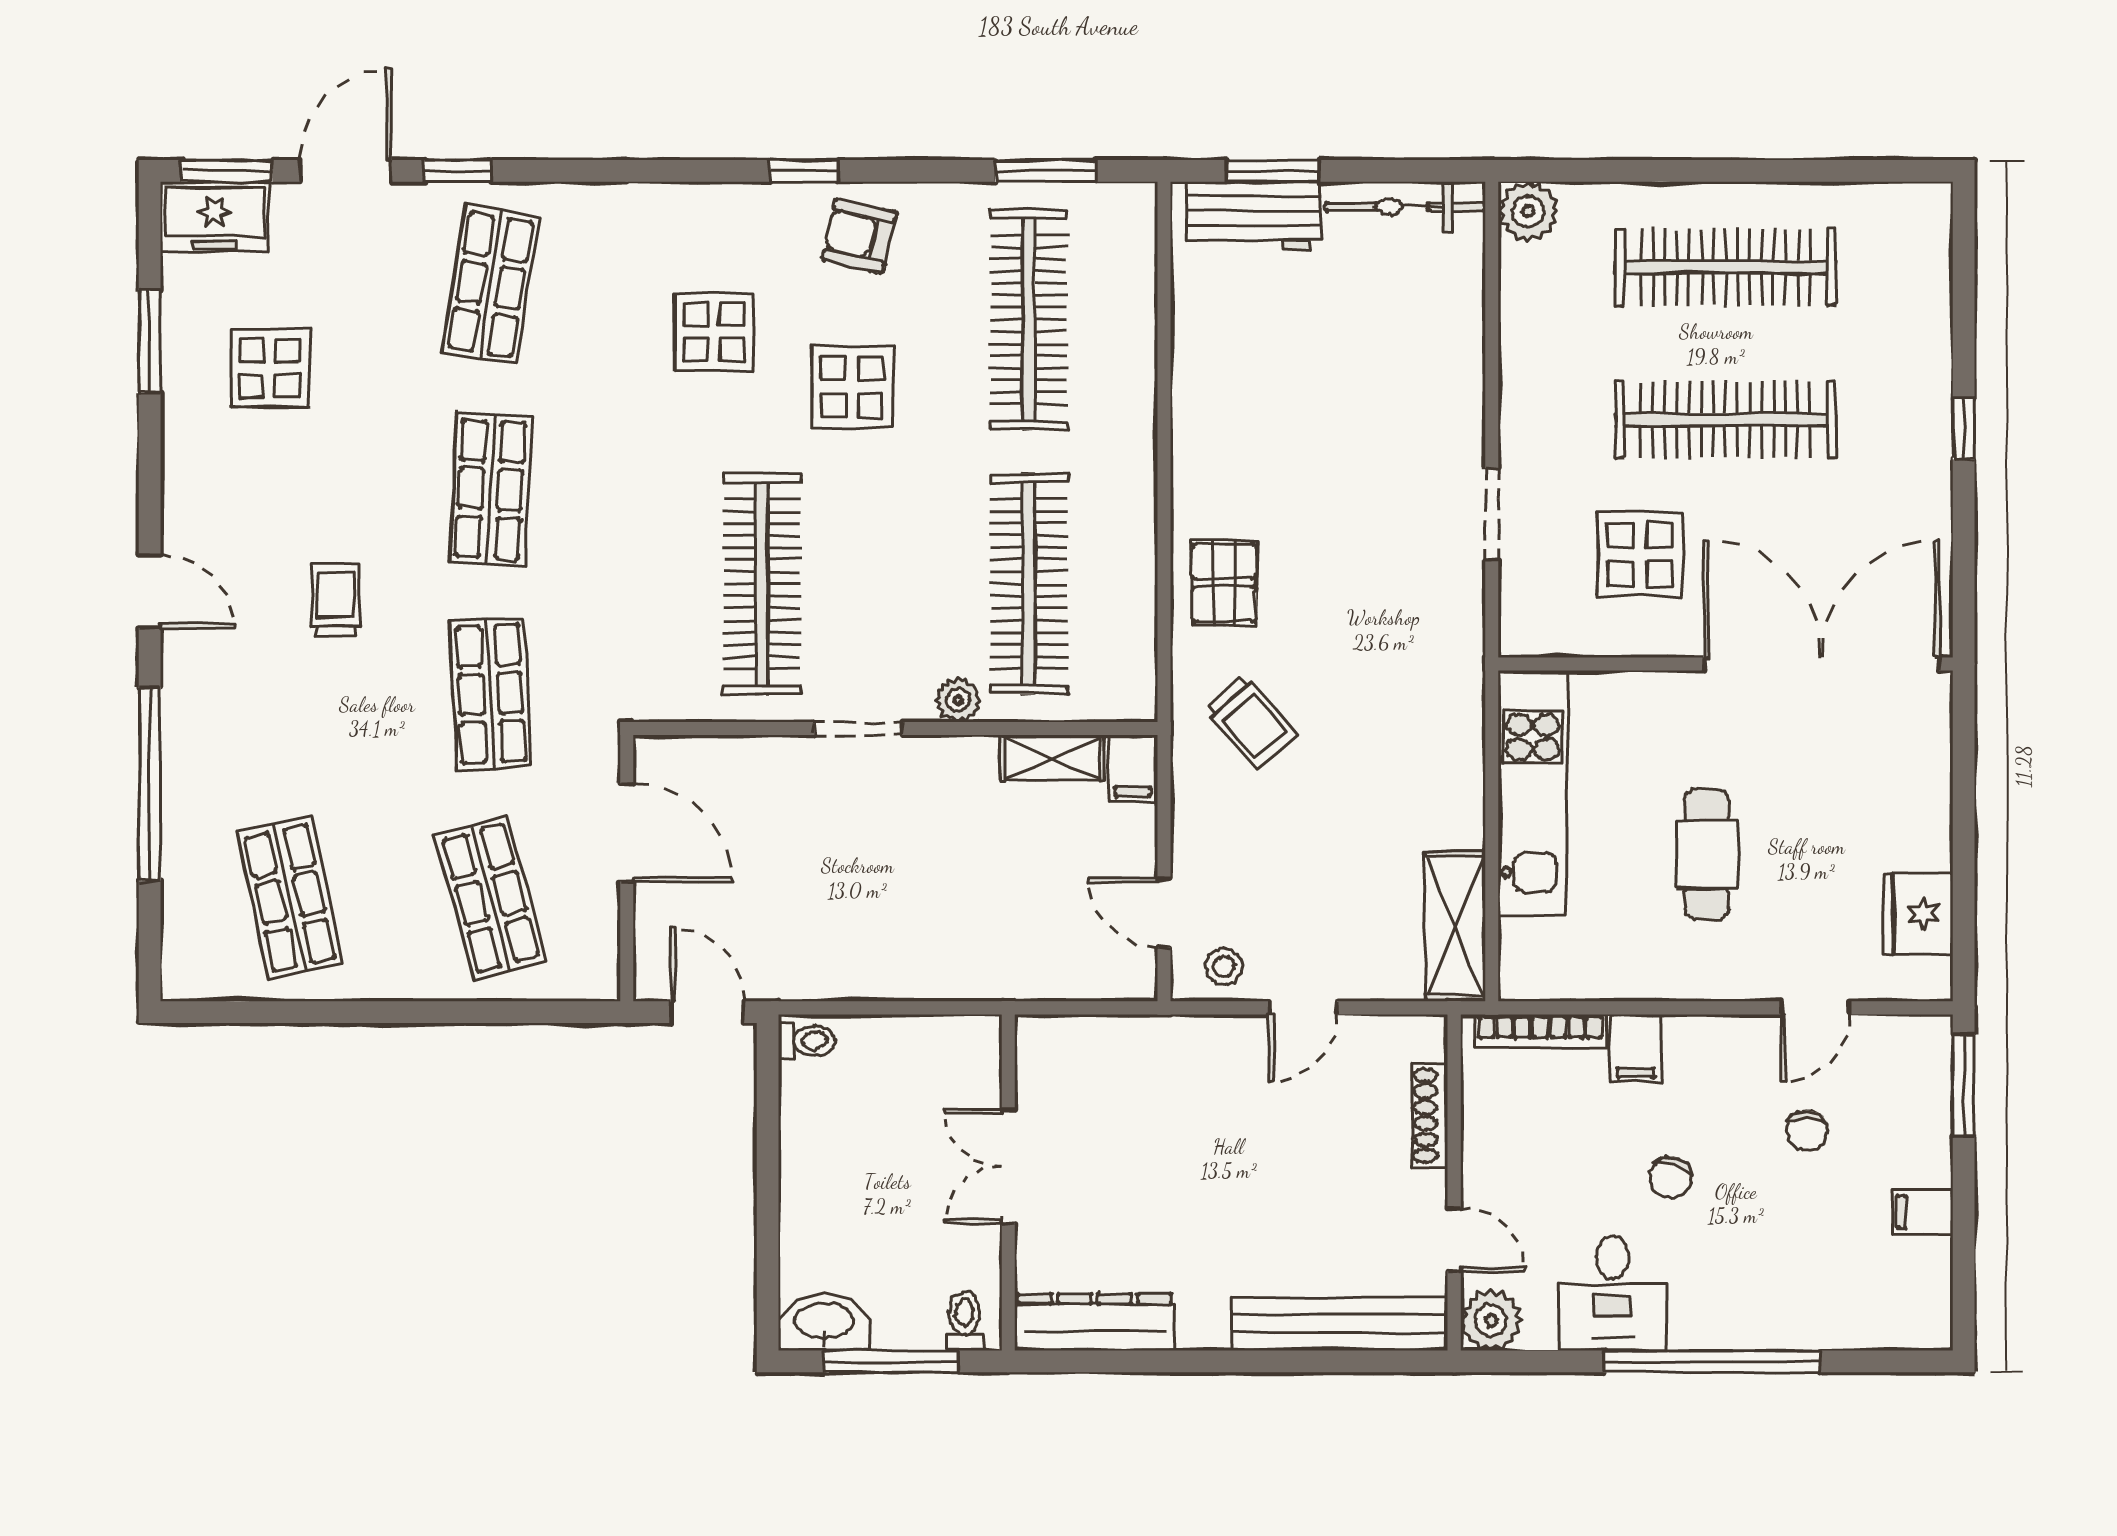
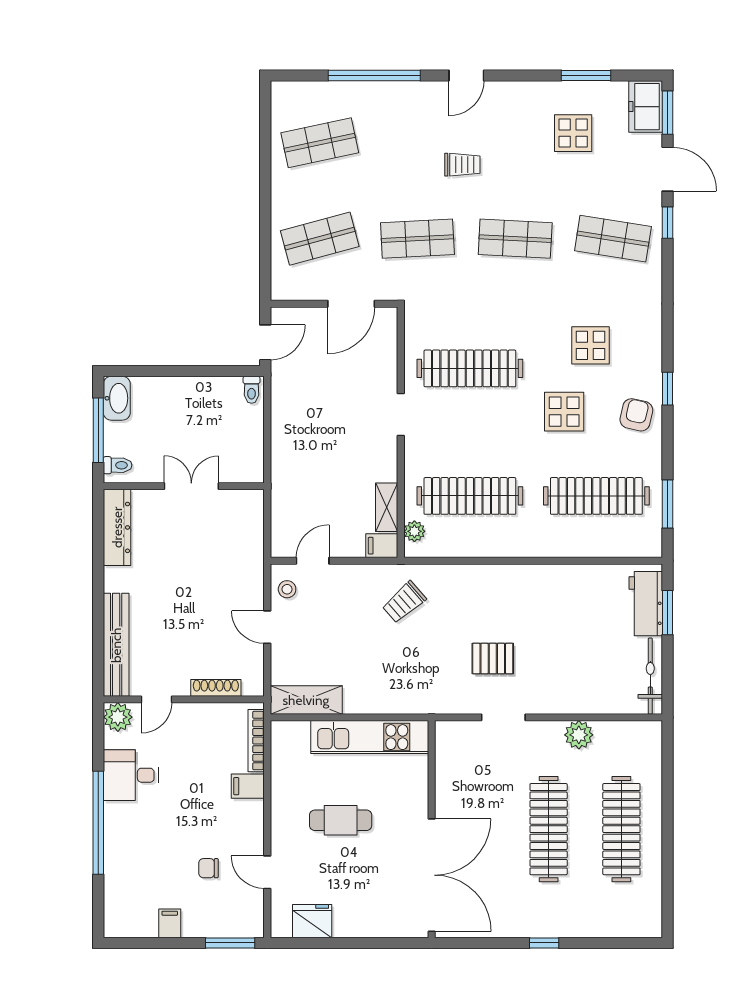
plant: (1528, 212) -> (579, 735), moved
display table: (1640, 554) -> (484, 788), removed
pallet: (1224, 583) -> (493, 659), moved
plant: (958, 700) -> (414, 531), moved
chair: (1671, 1177) -> (186, 803), removed

